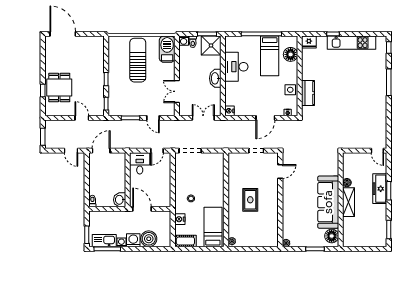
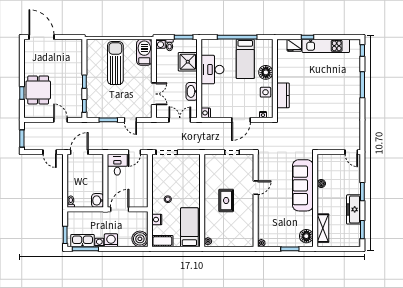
fridge: (309, 42) -> (294, 45), moved
shower: (211, 45) -> (188, 62), moved
floor lamp: (291, 54) -> (266, 72), moved
washbasin: (215, 78) -> (192, 91), moved
double door: (177, 91) -> (154, 94), swing flipped
door: (280, 171) -> (256, 188), moved
freezer: (380, 189) -> (354, 209), moved
sofa: (328, 202) -> (303, 185), moved
shelving: (348, 202) -> (323, 228), moved
door: (142, 209) -> (120, 209), hinge flipped
boiler: (149, 239) -> (140, 239), moved

